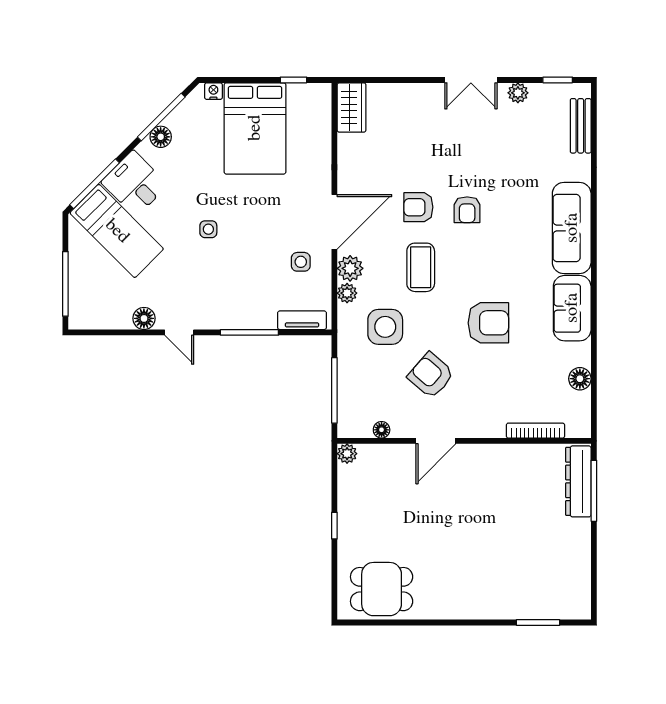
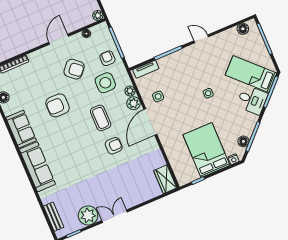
plant: (518, 93) -> (88, 215), width x1.88, depth x1.88
floor lamp: (161, 137) -> (243, 141), moved
armchair: (467, 210) -> (107, 58), moved
floor lamp: (144, 318) -> (243, 29), moved

